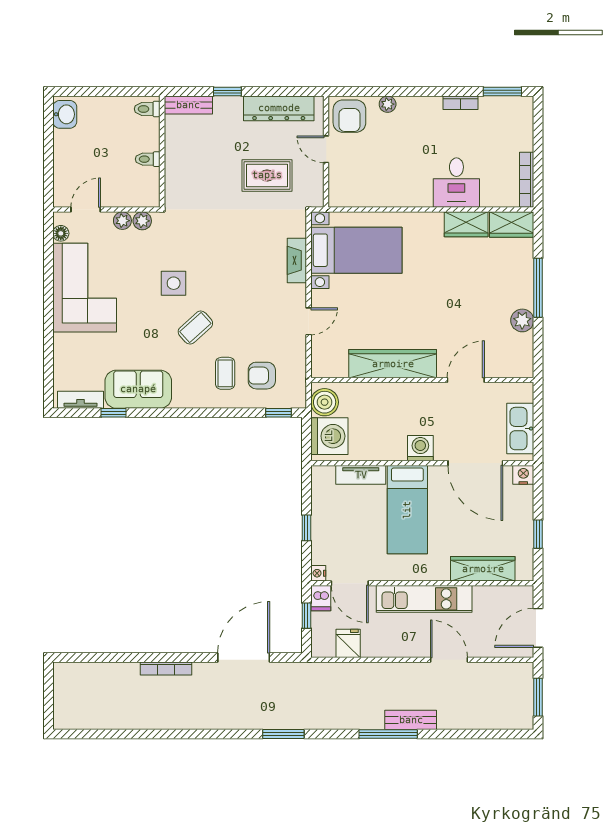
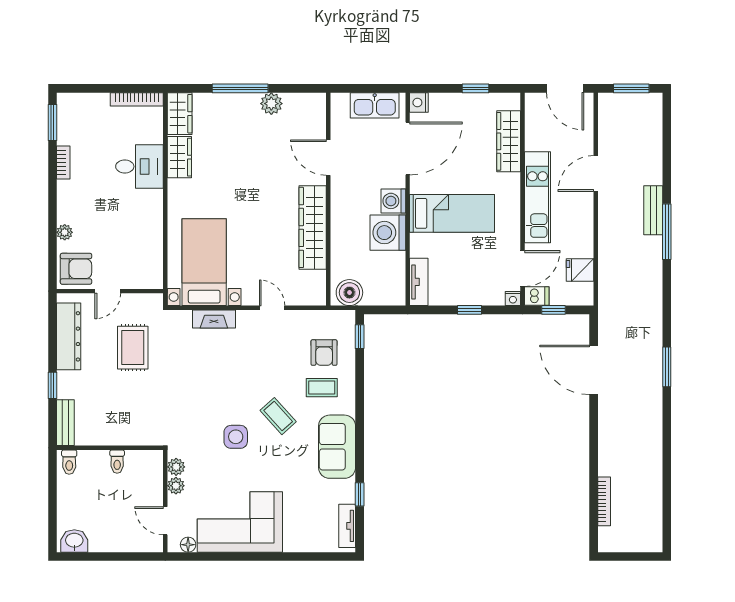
sofa: (138, 389) -> (337, 447), moved
washing machine: (329, 436) -> (388, 233), moved, turned -90
tv unit: (361, 475) -> (419, 282), moved
bookcase: (166, 669) -> (604, 501), moved
window: (283, 734) -> (667, 367), moved

